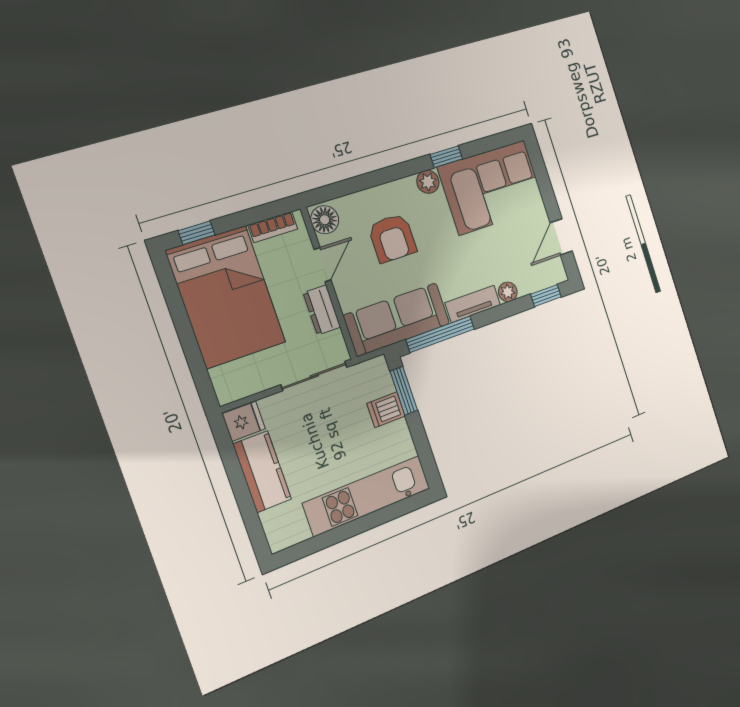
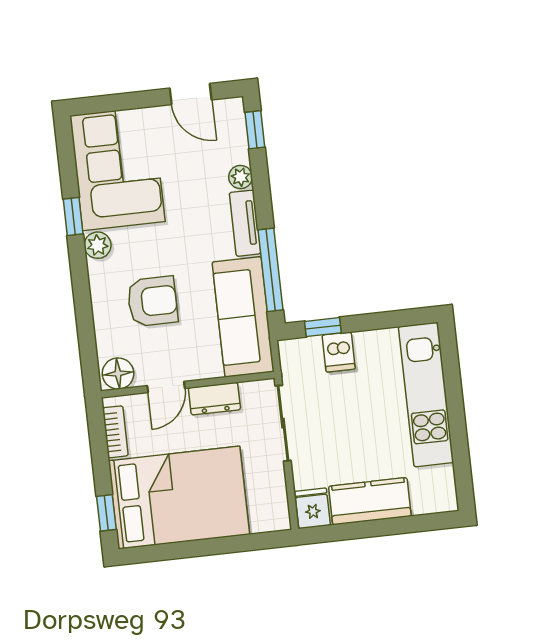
door: (322, 265) -> (166, 387), swing flipped
window: (404, 391) -> (323, 327), width x0.67

